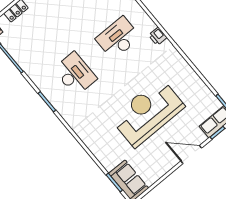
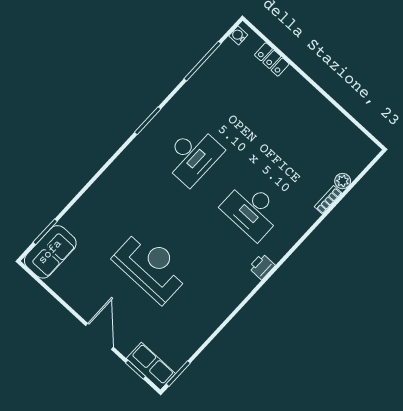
desk: (118, 38) -> (252, 210), turned 180
reception desk: (148, 113) -> (151, 266), width x0.74, depth x0.77

